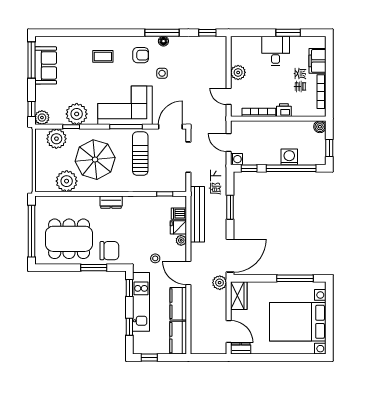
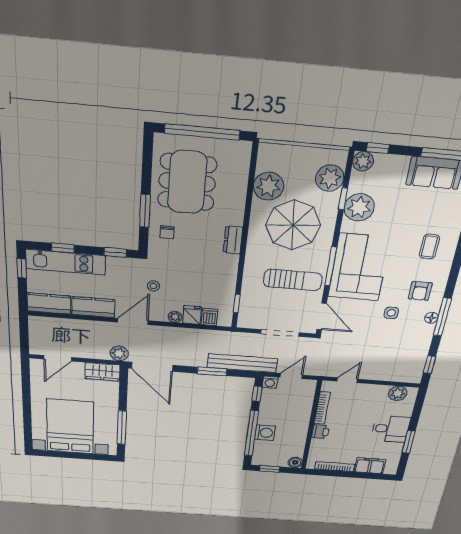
plant: (238, 72) -> (398, 393), moved
bench: (197, 214) -> (242, 363), moved
chair: (109, 251) -> (167, 232), width x0.54, depth x0.54
kitchen unit: (141, 302) -> (66, 262), moved
dresser: (241, 349) -> (37, 369), removed

